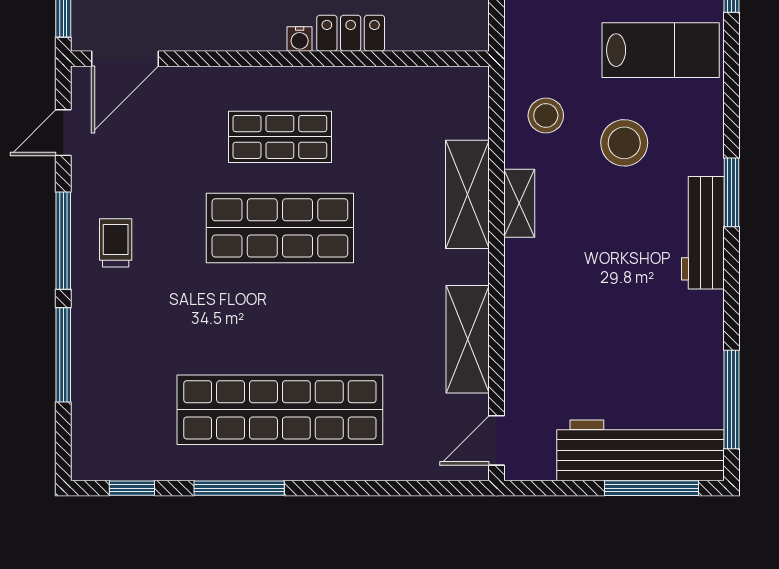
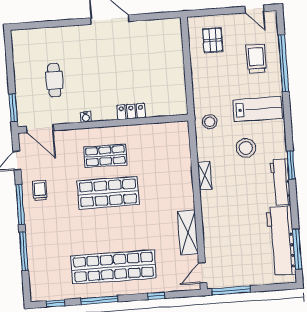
water cooler: (300, 39) -> (86, 117), moved
door: (125, 59) -> (40, 129), hinge flipped
stool: (546, 116) -> (210, 122), moved
shelving: (467, 194) -> (183, 174), removed
trolley: (116, 243) -> (40, 191), moved
workbench: (640, 450) -> (281, 241), moved, turned -90
window: (379, 488) -> (156, 296), added
window: (651, 488) -> (231, 290), moved

